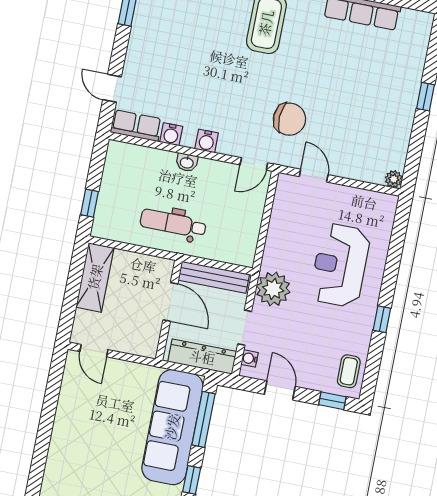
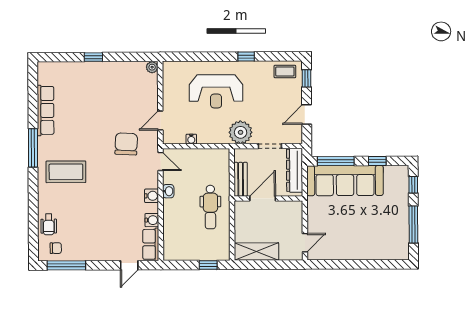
washbasin: (187, 162) -> (168, 191), moved
bench: (214, 277) -> (241, 179), width x0.73
water cooler: (250, 358) -> (191, 139), moved

